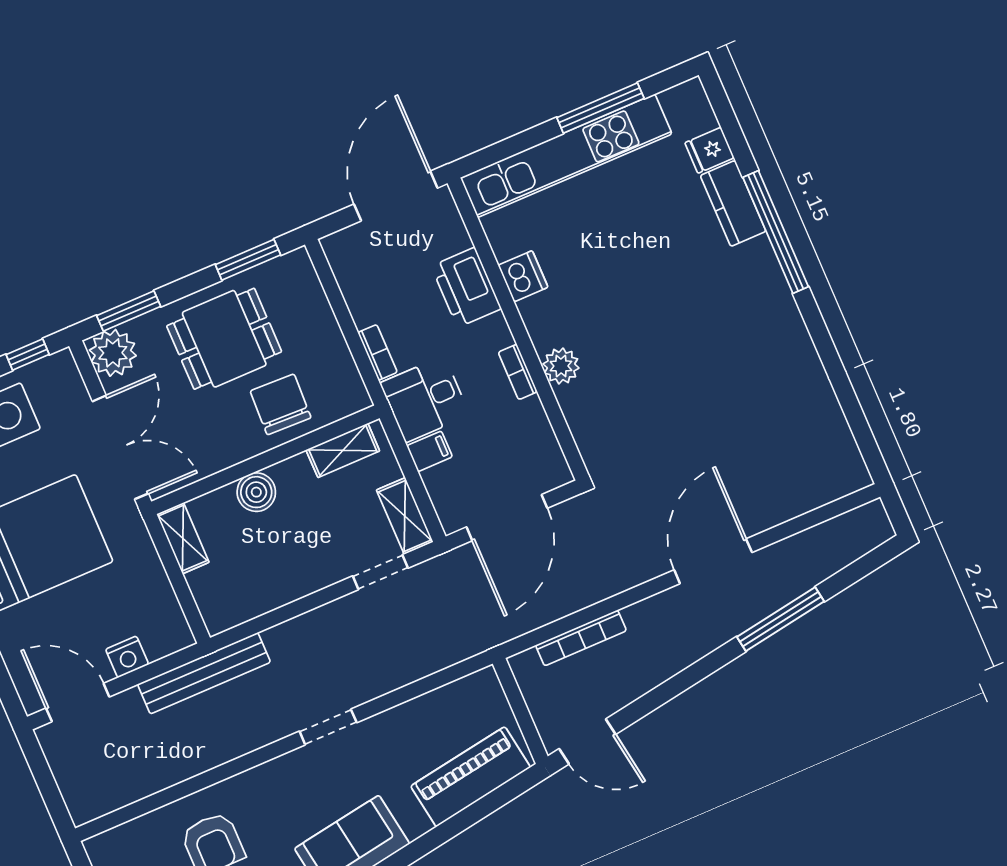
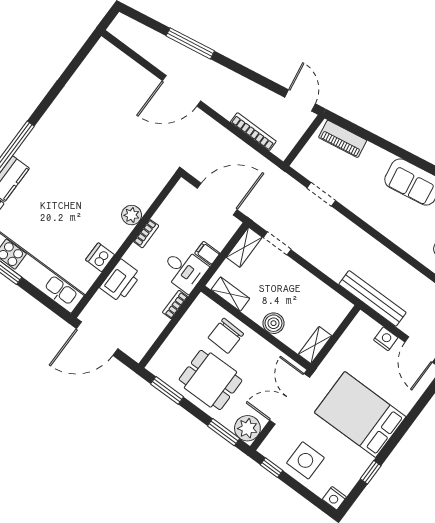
doorway: (328, 727) -> (321, 194), moved
piano: (471, 777) -> (343, 139), width x0.73, depth x0.75

